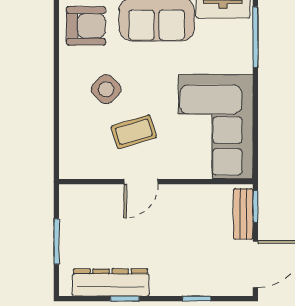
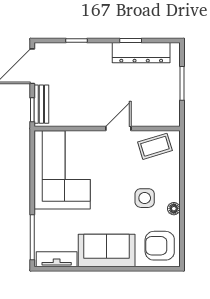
floor lamp: (67, 75) -> (174, 209), added
side table: (106, 89) -> (145, 198), turned 45
coffee table: (134, 132) -> (155, 146), moved

